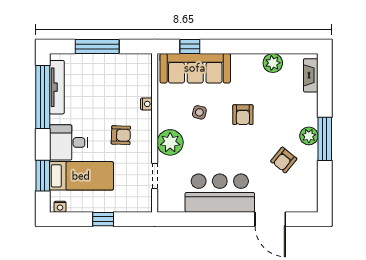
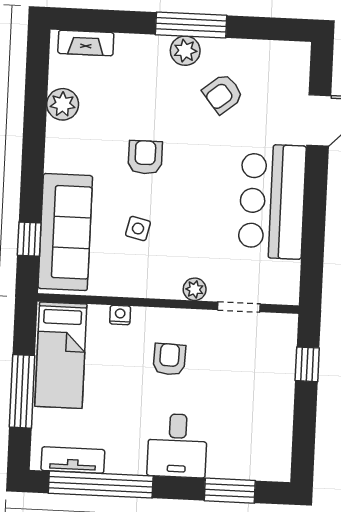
tv unit: (57, 87) -> (73, 460), width x0.71
armchair: (243, 115) -> (145, 157), turned -90
plant: (170, 142) -> (195, 289), width x0.53, depth x0.53
armchair: (284, 160) -> (223, 94), turned 102
bed: (81, 176) -> (61, 355), moved, turned 180
nightstand: (60, 207) -> (282, 465), removed
window: (103, 219) -> (307, 364), moved

